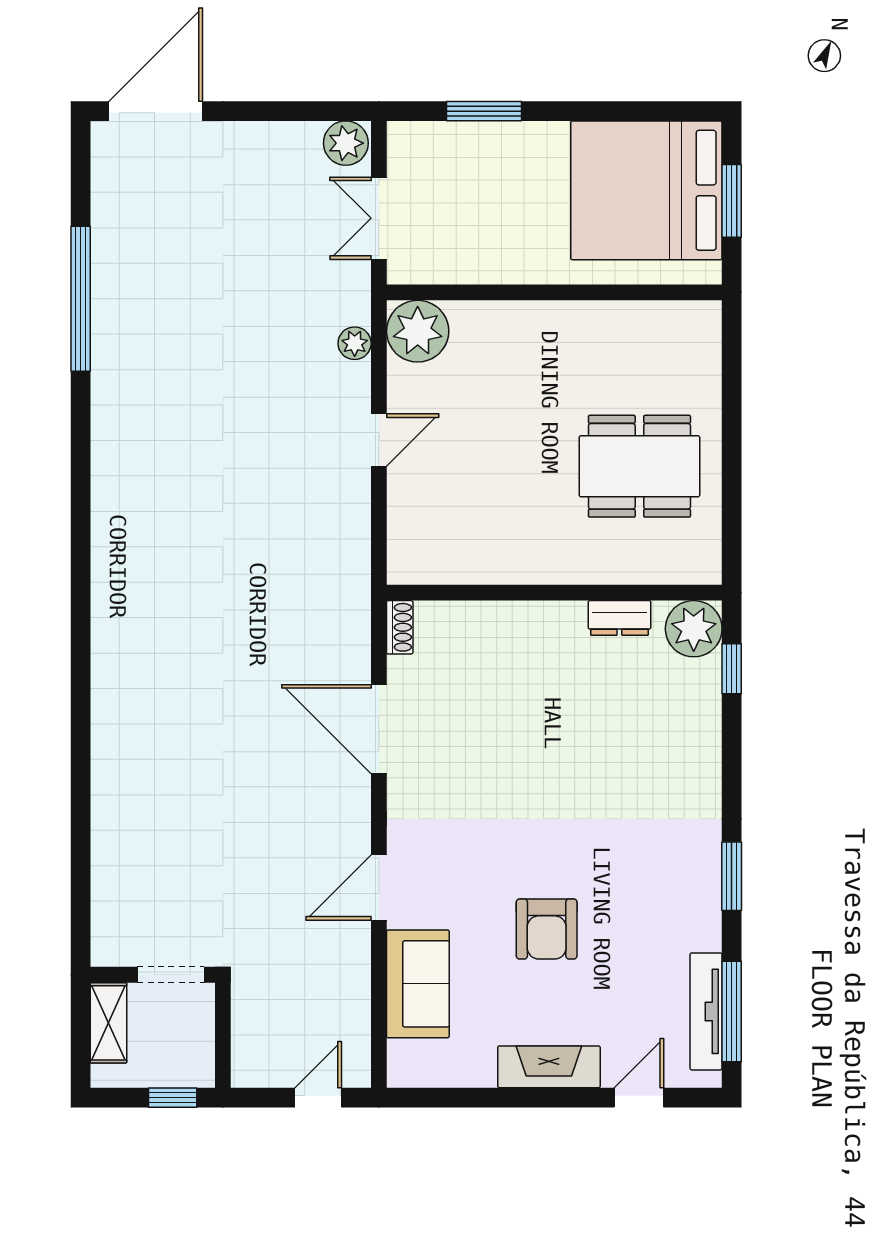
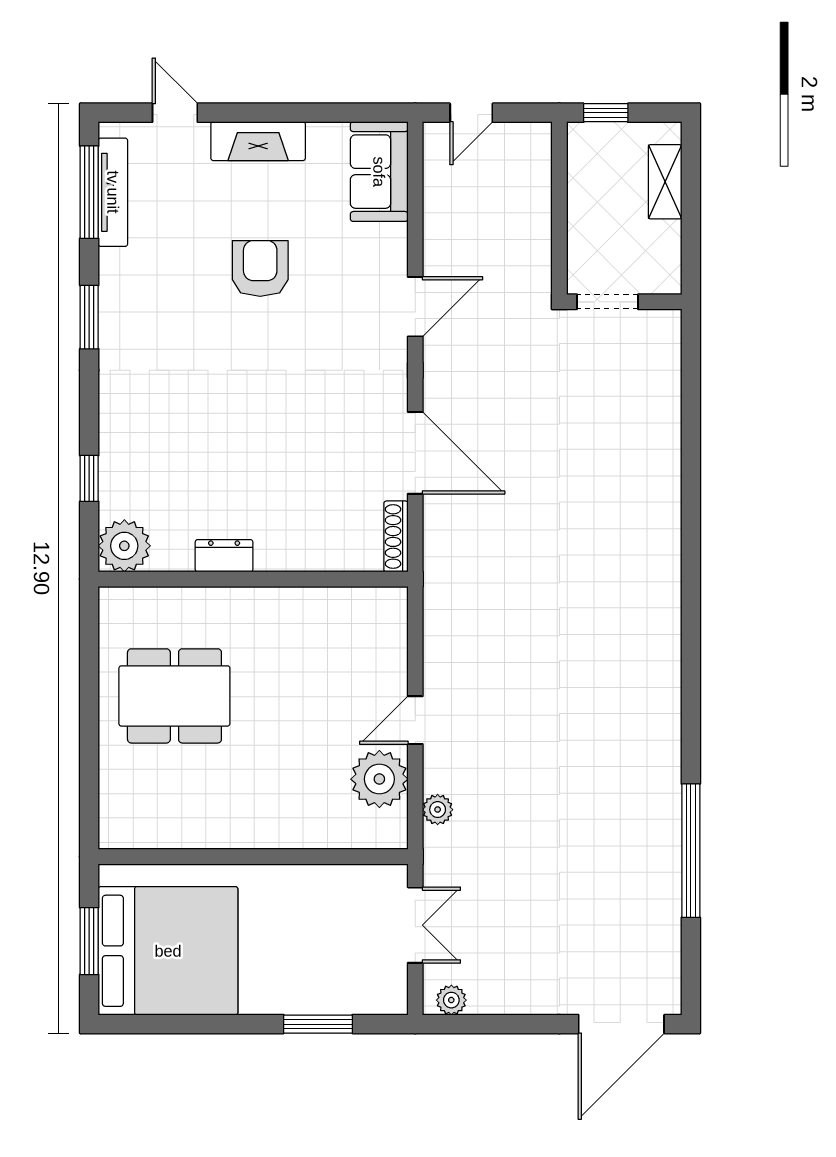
plant: (346, 143) -> (451, 1000), width x0.73, depth x0.73
plant: (418, 331) -> (379, 779), moved
dresser: (619, 618) -> (224, 556), moved
shoe rack: (400, 627) -> (396, 536), width x1.43
window: (732, 669) -> (89, 478), moved
wall: (153, 975) -> (624, 302), moved
doorway: (171, 975) -> (608, 302), moved
sofa: (418, 984) -> (379, 172), moved
door: (639, 1098) -> (175, 113), swing flipped

